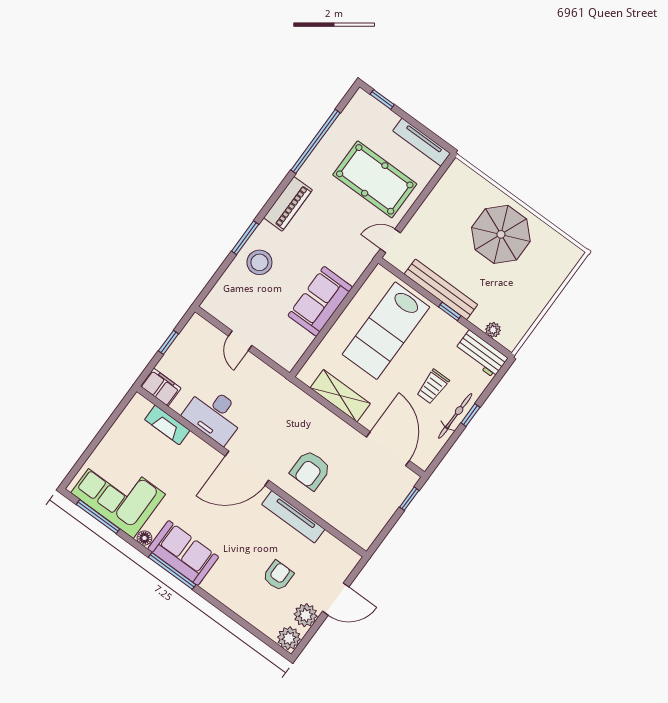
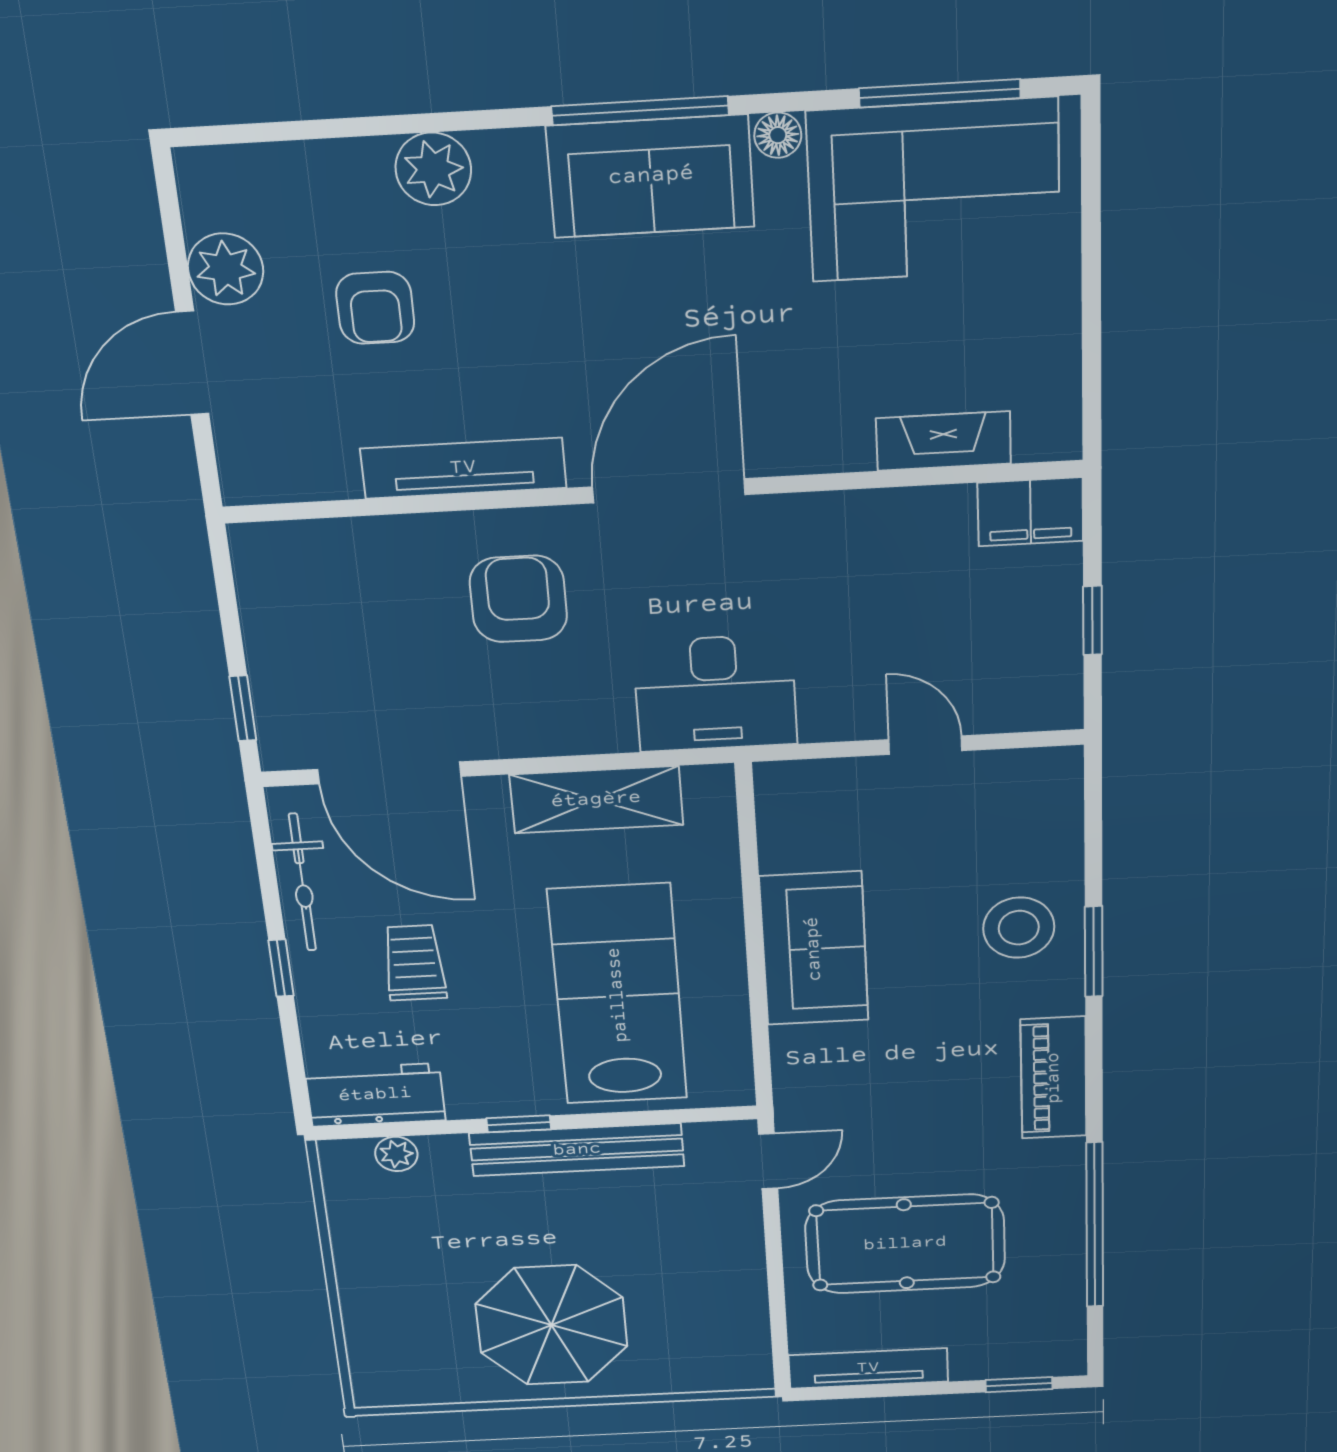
desk: (214, 415) -> (715, 693), moved, turned 180
bicycle: (455, 416) -> (302, 882), moved
plant: (289, 638) -> (433, 169), moved

